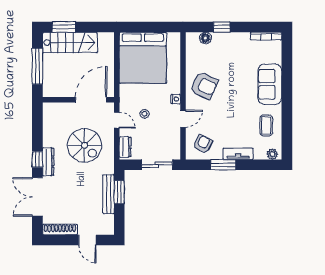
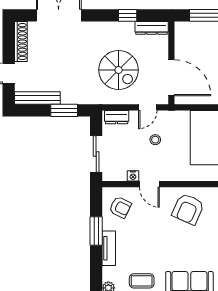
nightstand: (176, 99) -> (133, 176), moved
spiral stairs: (84, 145) -> (119, 70), turned -90
window: (37, 159) -> (128, 15), moved
dresser: (48, 162) -> (152, 28), moved
bench: (109, 194) -> (37, 98), moved

